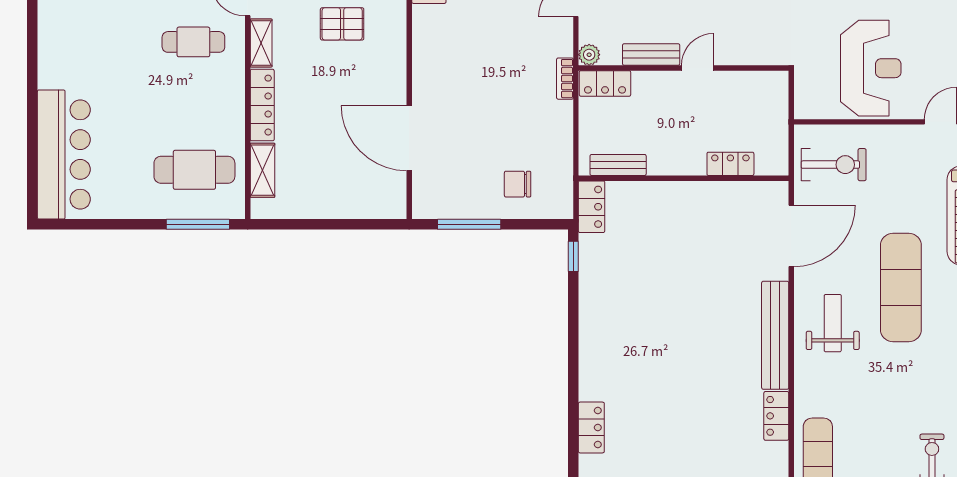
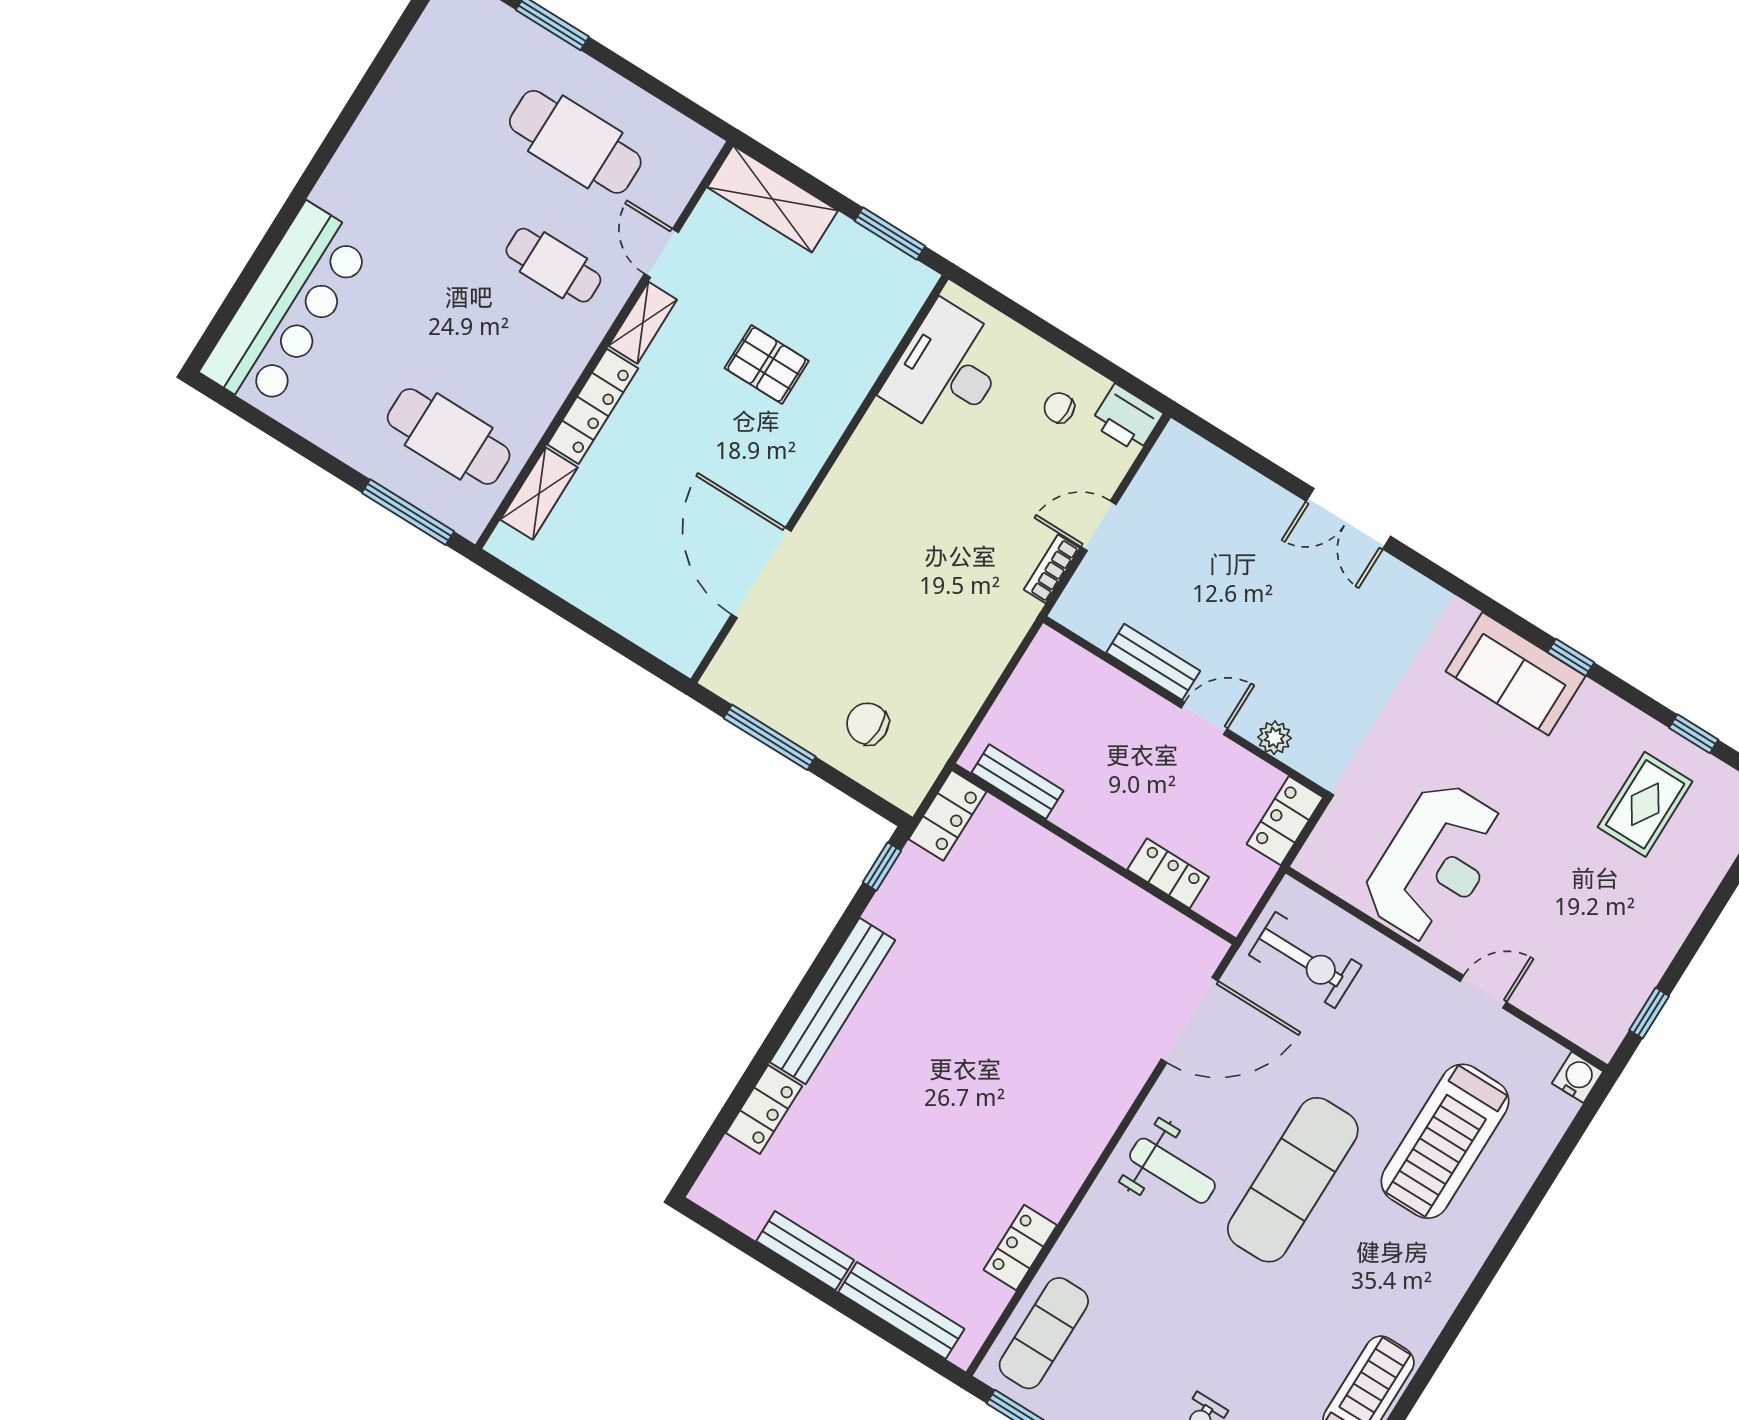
plant: (589, 55) -> (1274, 738), moved
bookcase: (565, 79) -> (1052, 569), moved
locker: (605, 83) -> (1285, 821), moved, turned 90
weight bench: (833, 323) -> (1172, 1171), turned 90
bench: (775, 335) -> (833, 1001), moved

